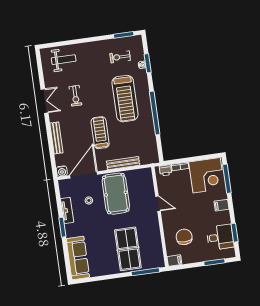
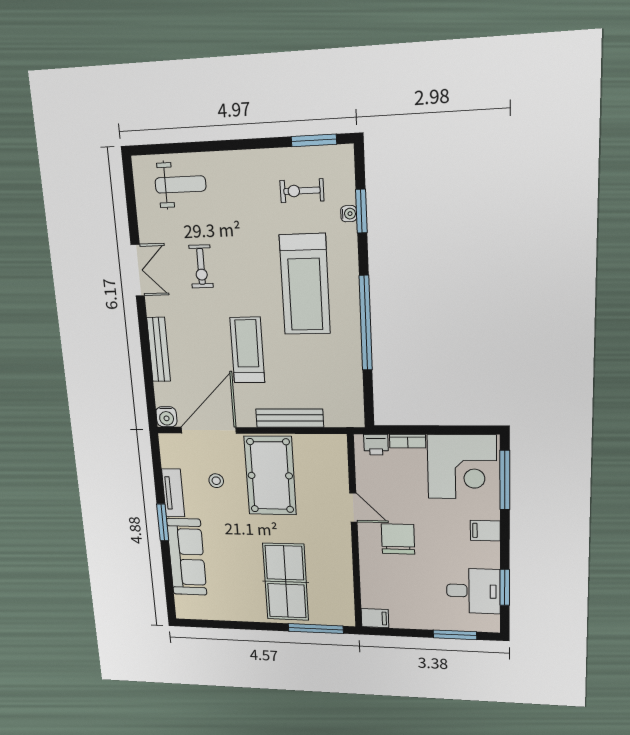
chair: (184, 237) -> (398, 539), moved
sofa: (78, 258) -> (187, 557), moved

